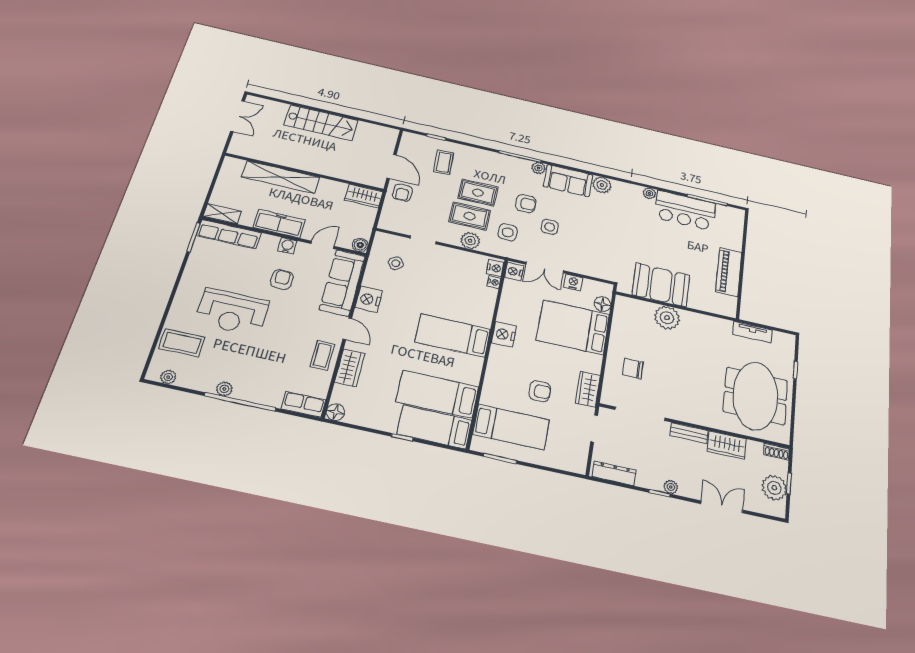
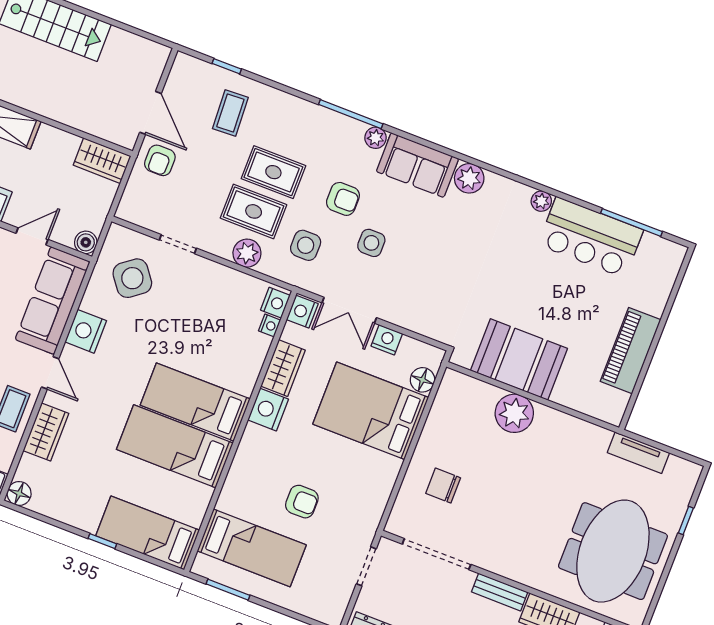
side table: (396, 263) -> (132, 278), width x1.87, depth x1.87
wardrobe: (588, 389) -> (283, 368), moved, turned 180
bed: (437, 394) -> (175, 446), moved

